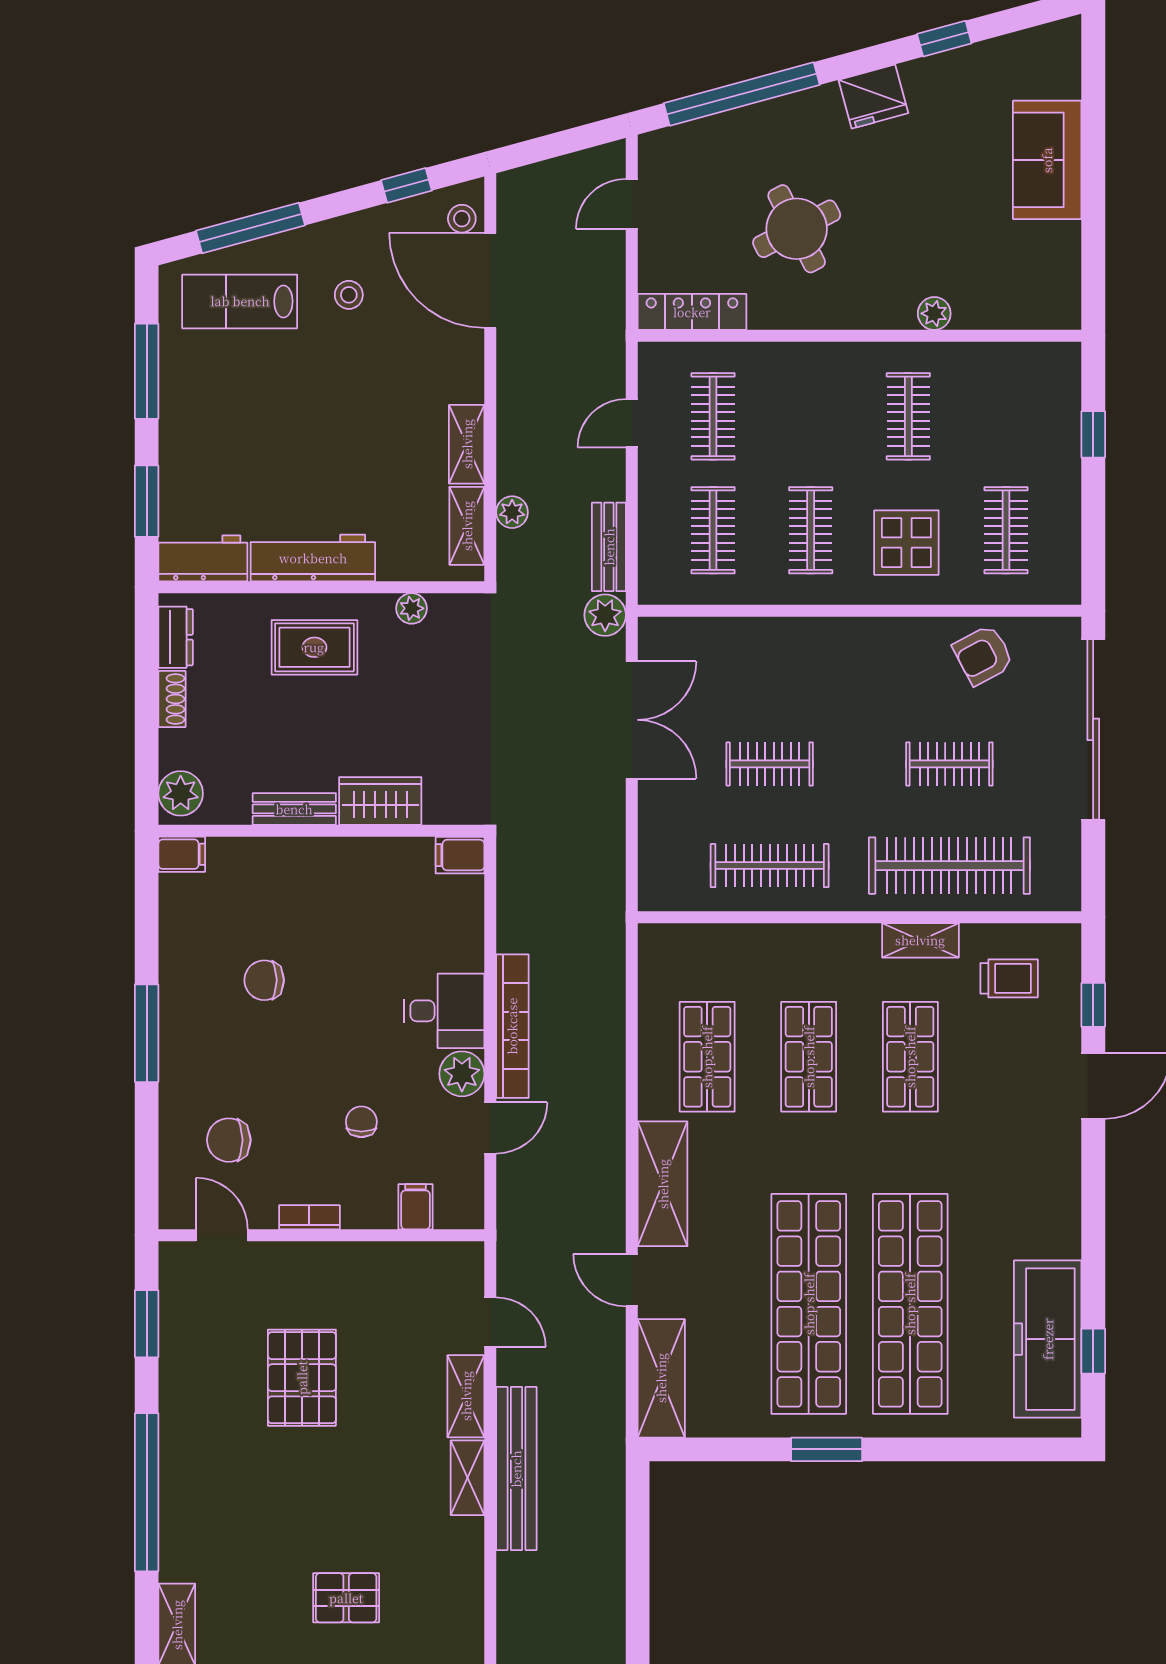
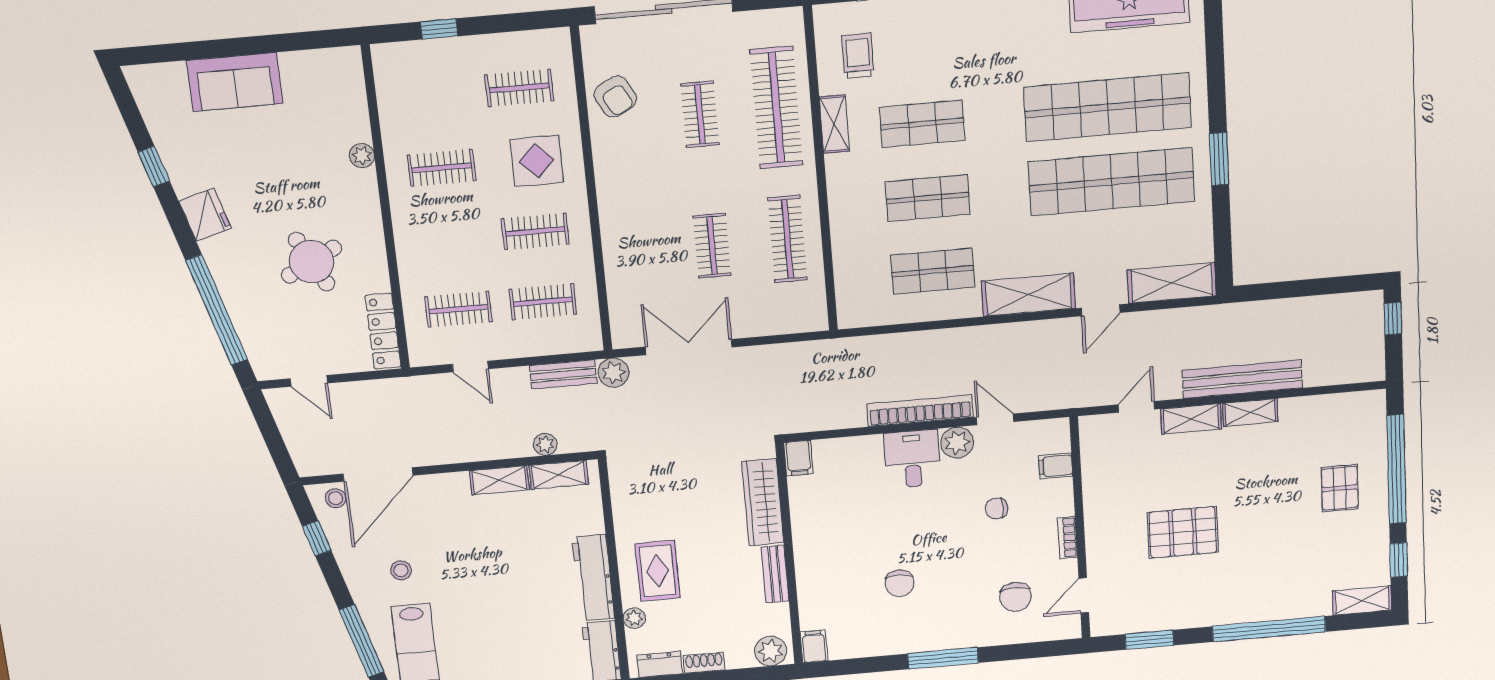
plant: (412, 608) -> (634, 618), moved
wardrobe: (380, 801) -> (763, 502), width x1.50

